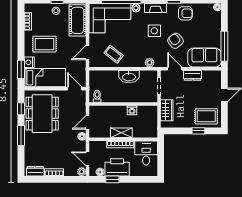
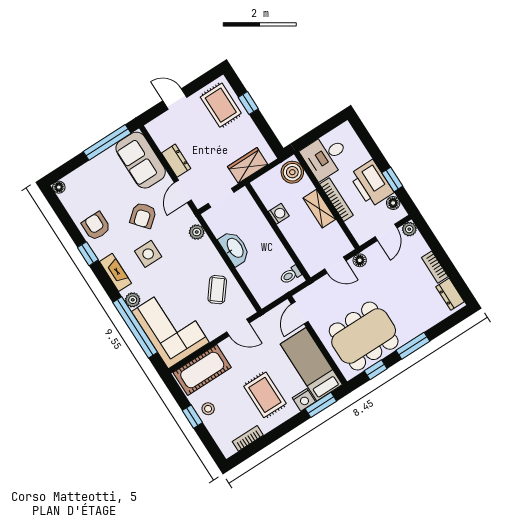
boiler: (149, 131) -> (292, 172), added

